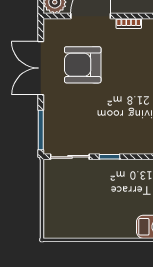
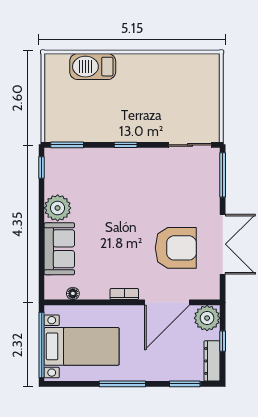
window: (109, 157) -> (126, 145), moved

